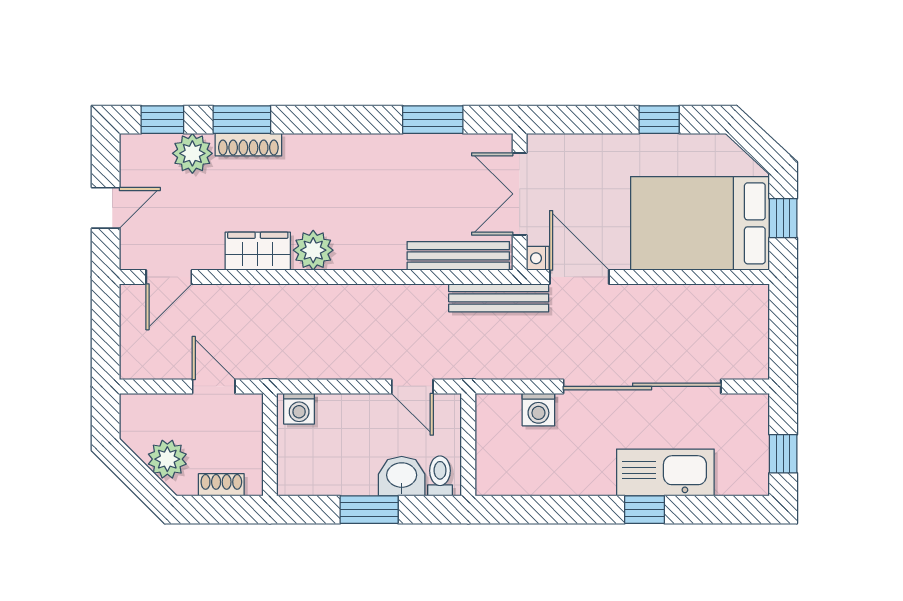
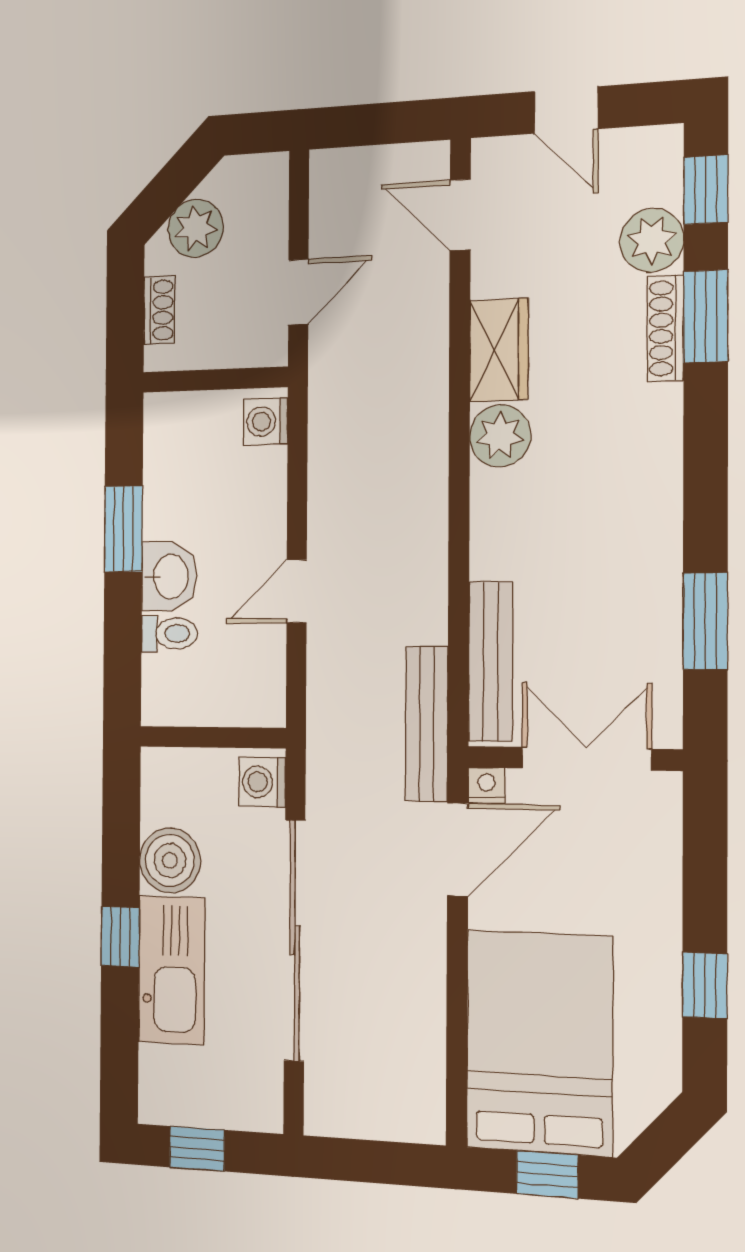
wall: (468, 445) -> (213, 737), moved
boiler: (592, 474) -> (170, 860), added

